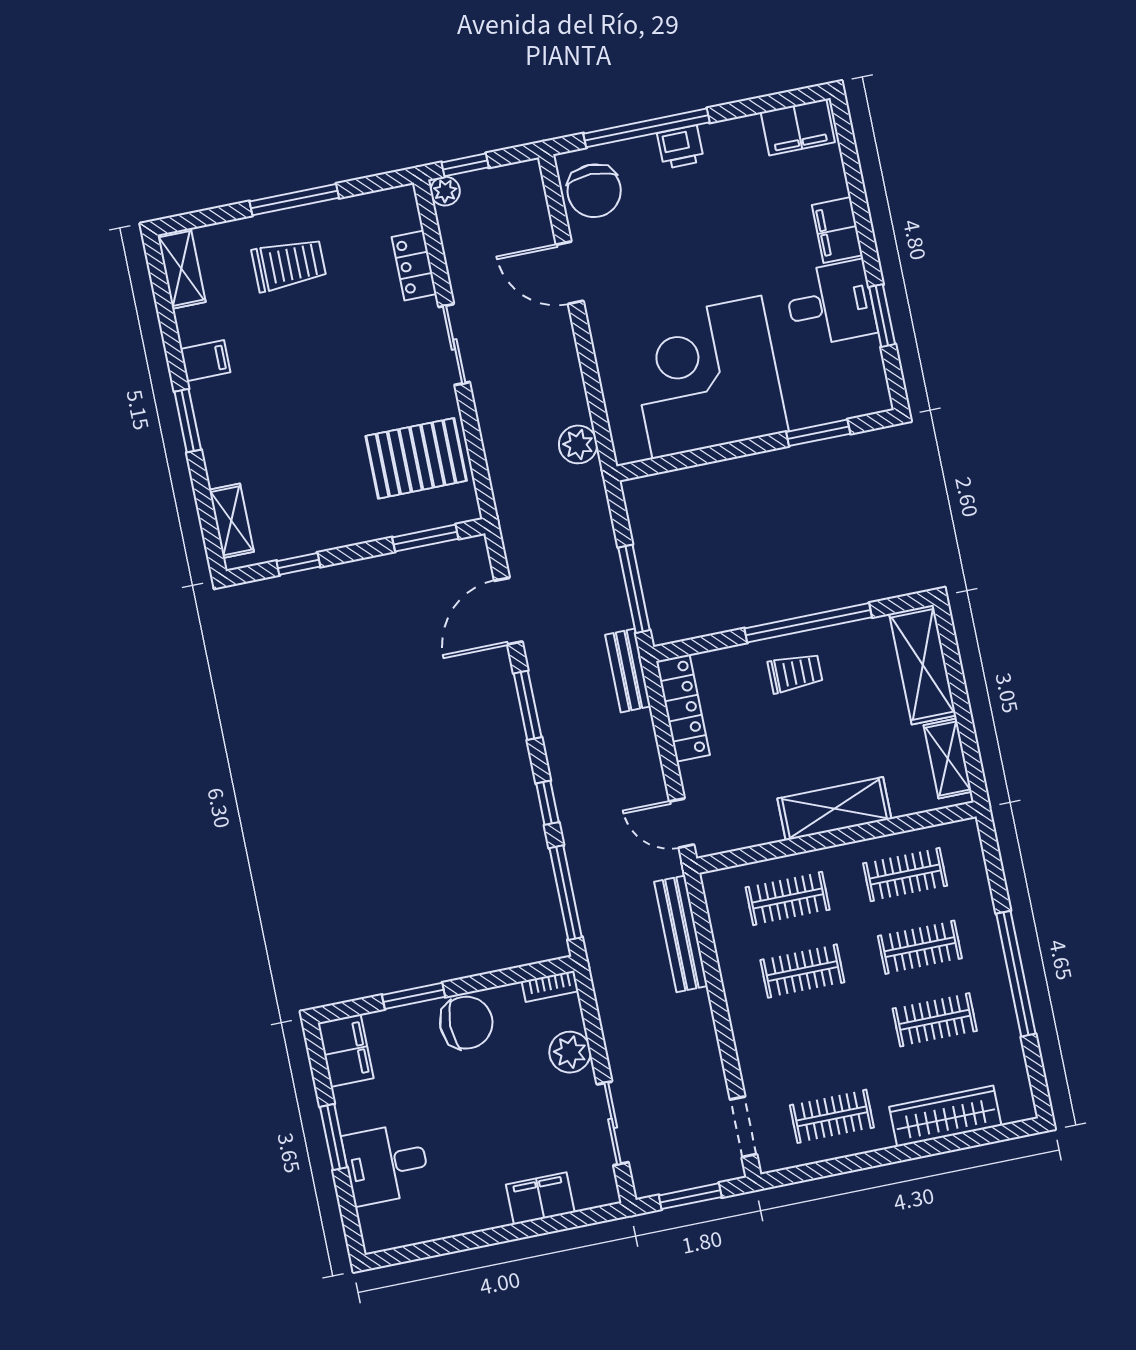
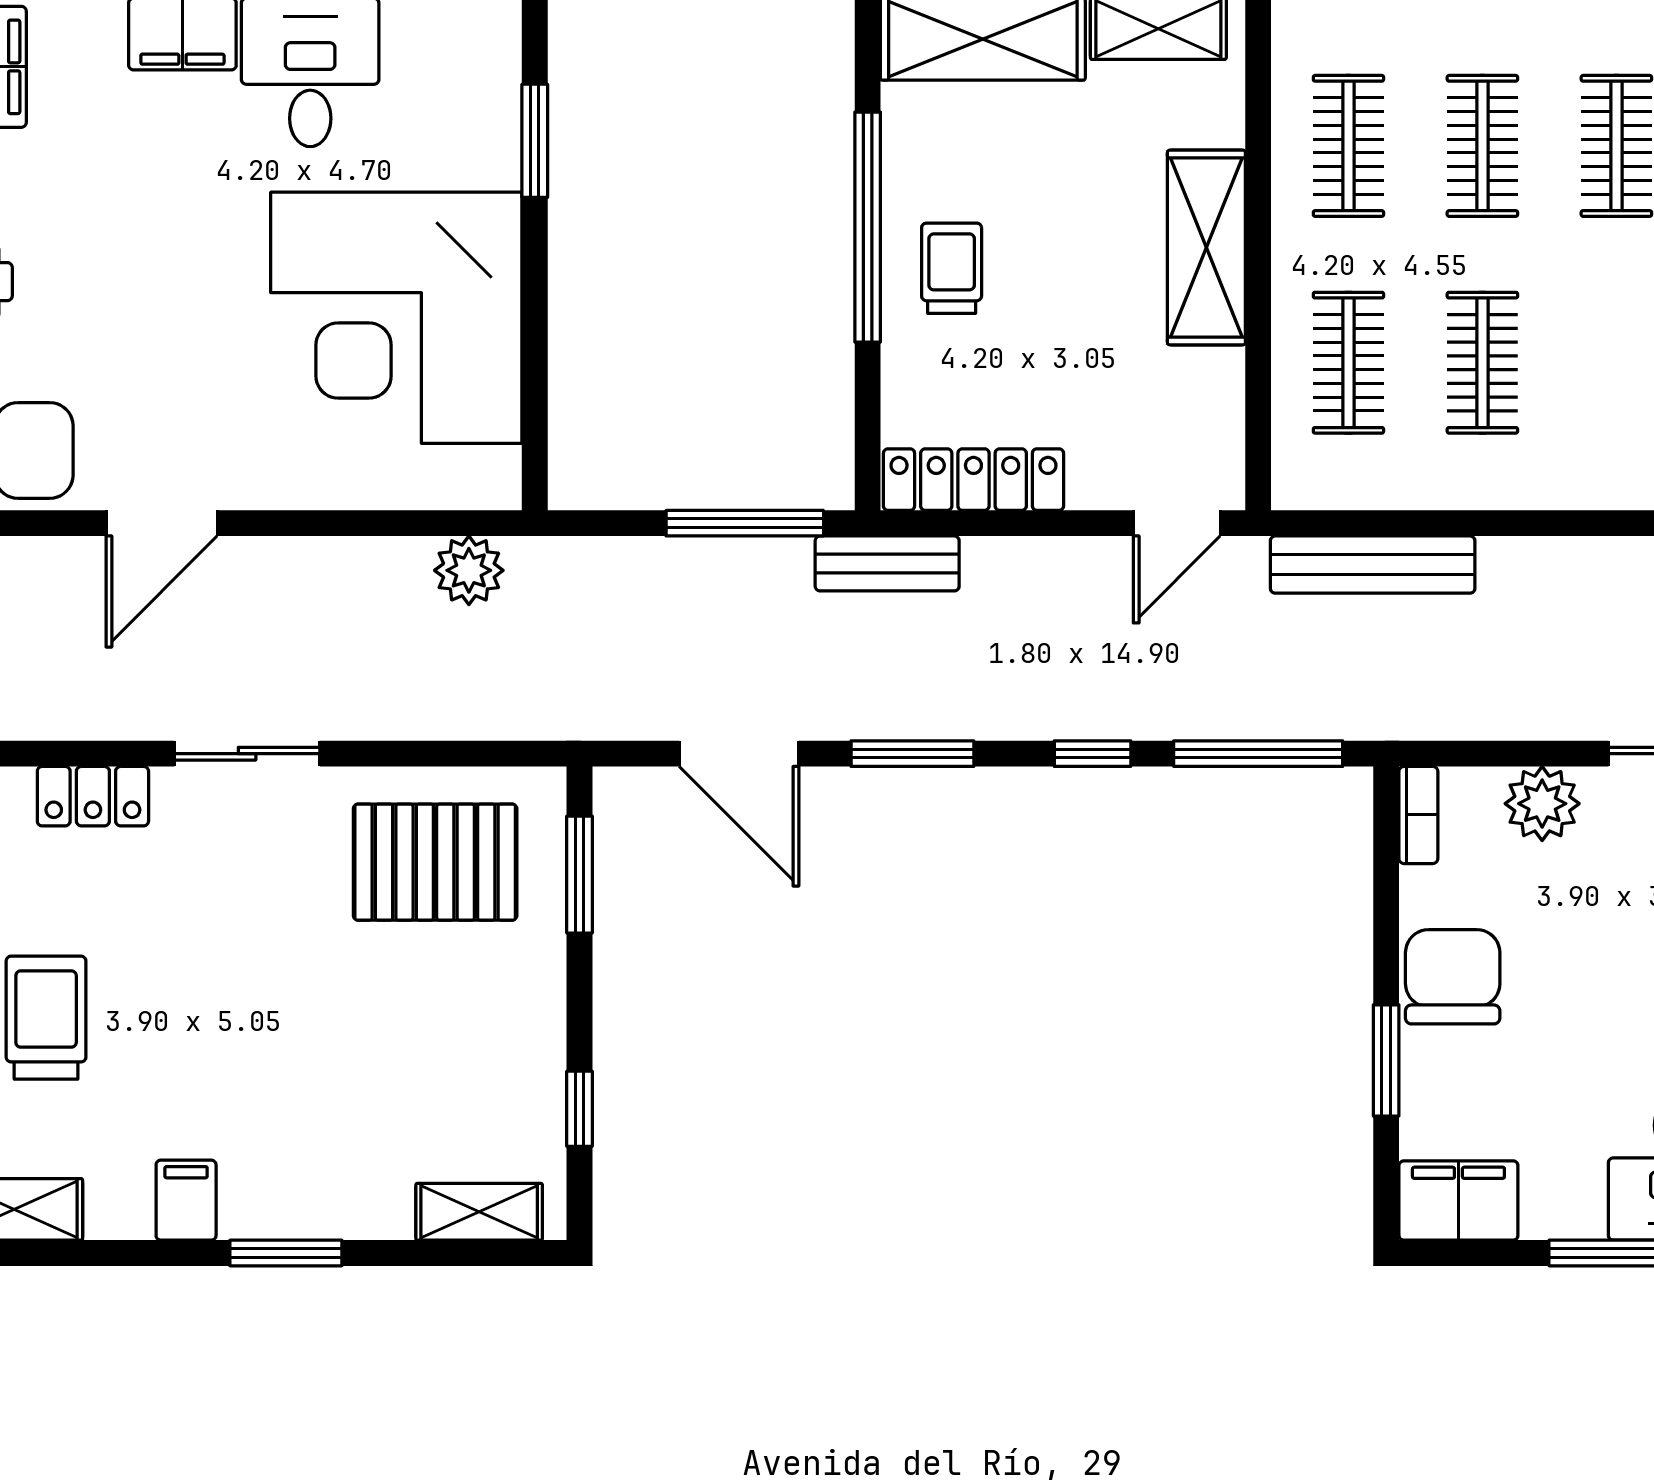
pallet: (416, 458) -> (435, 862), turned 90

